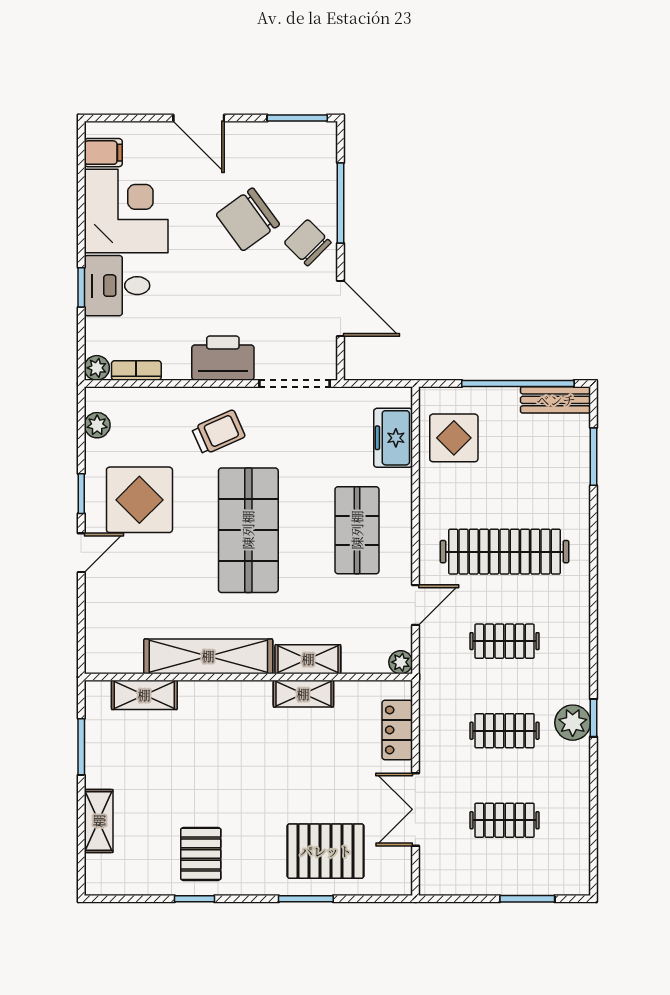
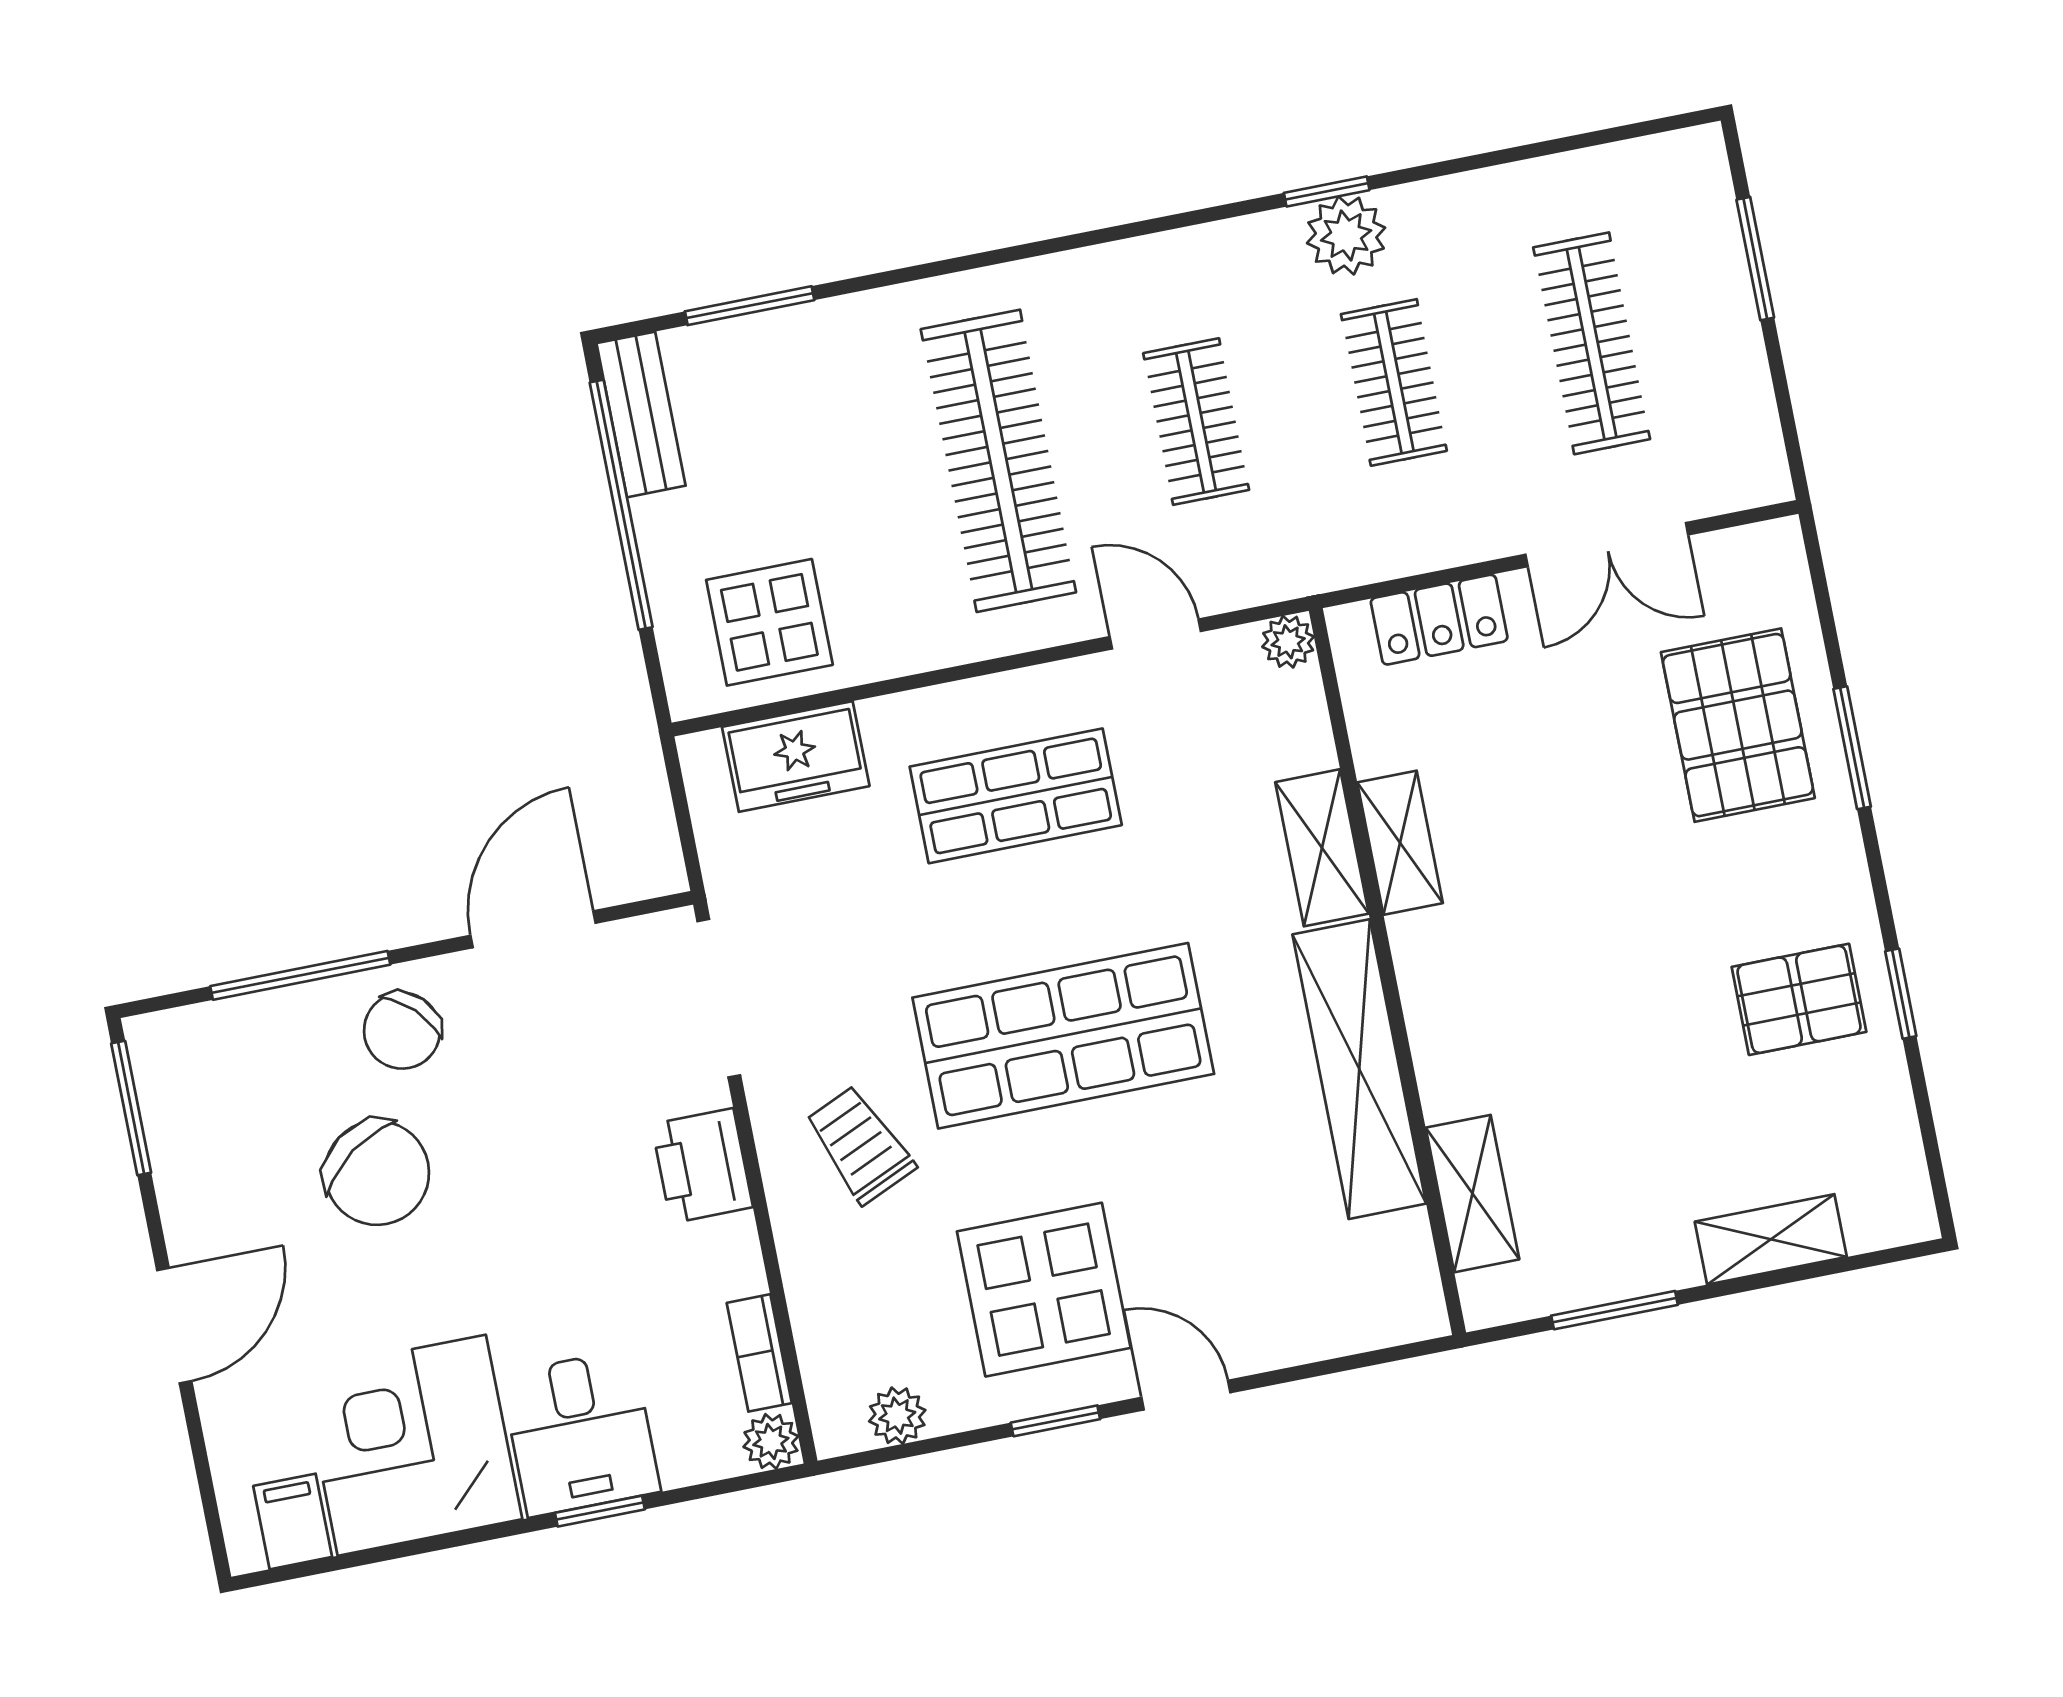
printer: (223, 358) -> (702, 1166), width x0.73, depth x0.84
clothes rail: (505, 820) -> (1592, 343), width x1.36

